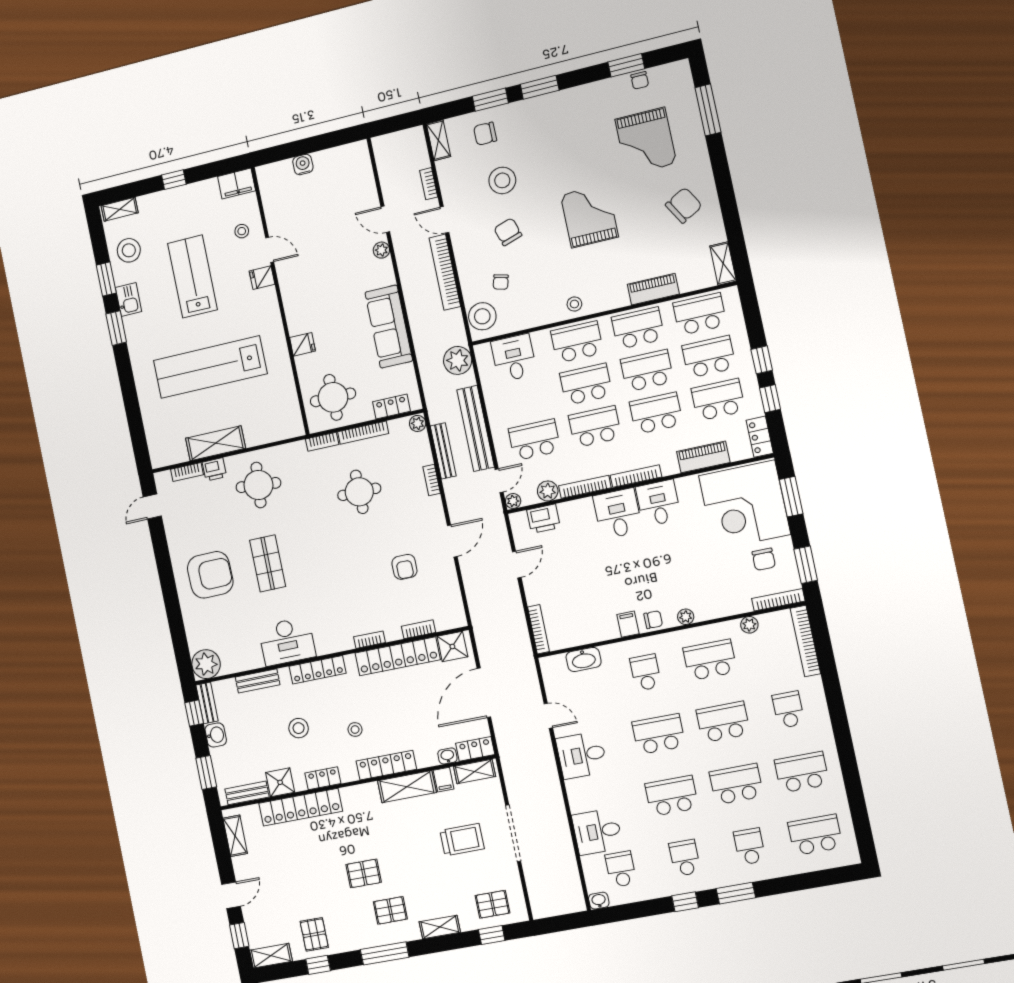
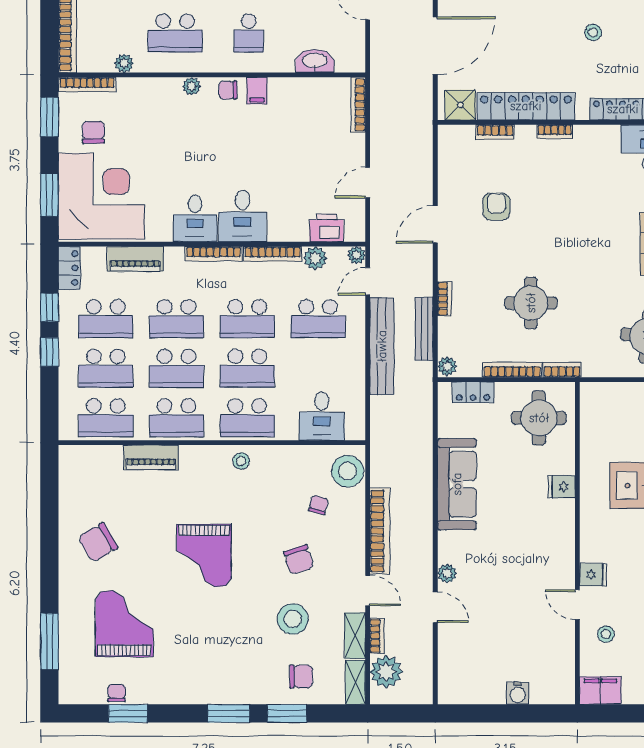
shelving: (723, 263) -> (355, 636), moved
plant: (458, 360) -> (386, 672), moved

